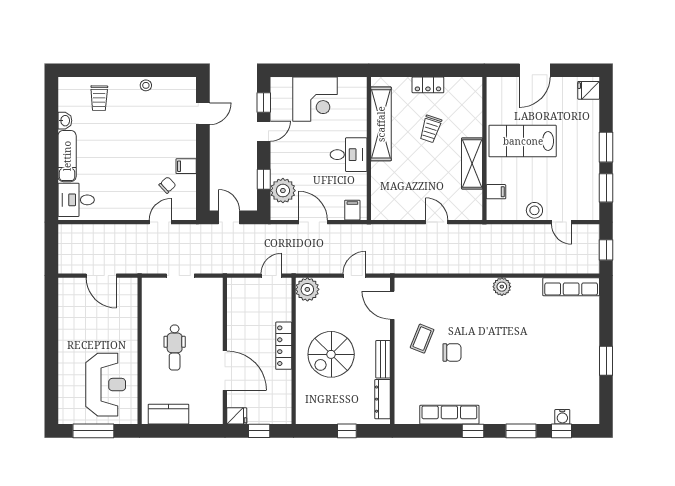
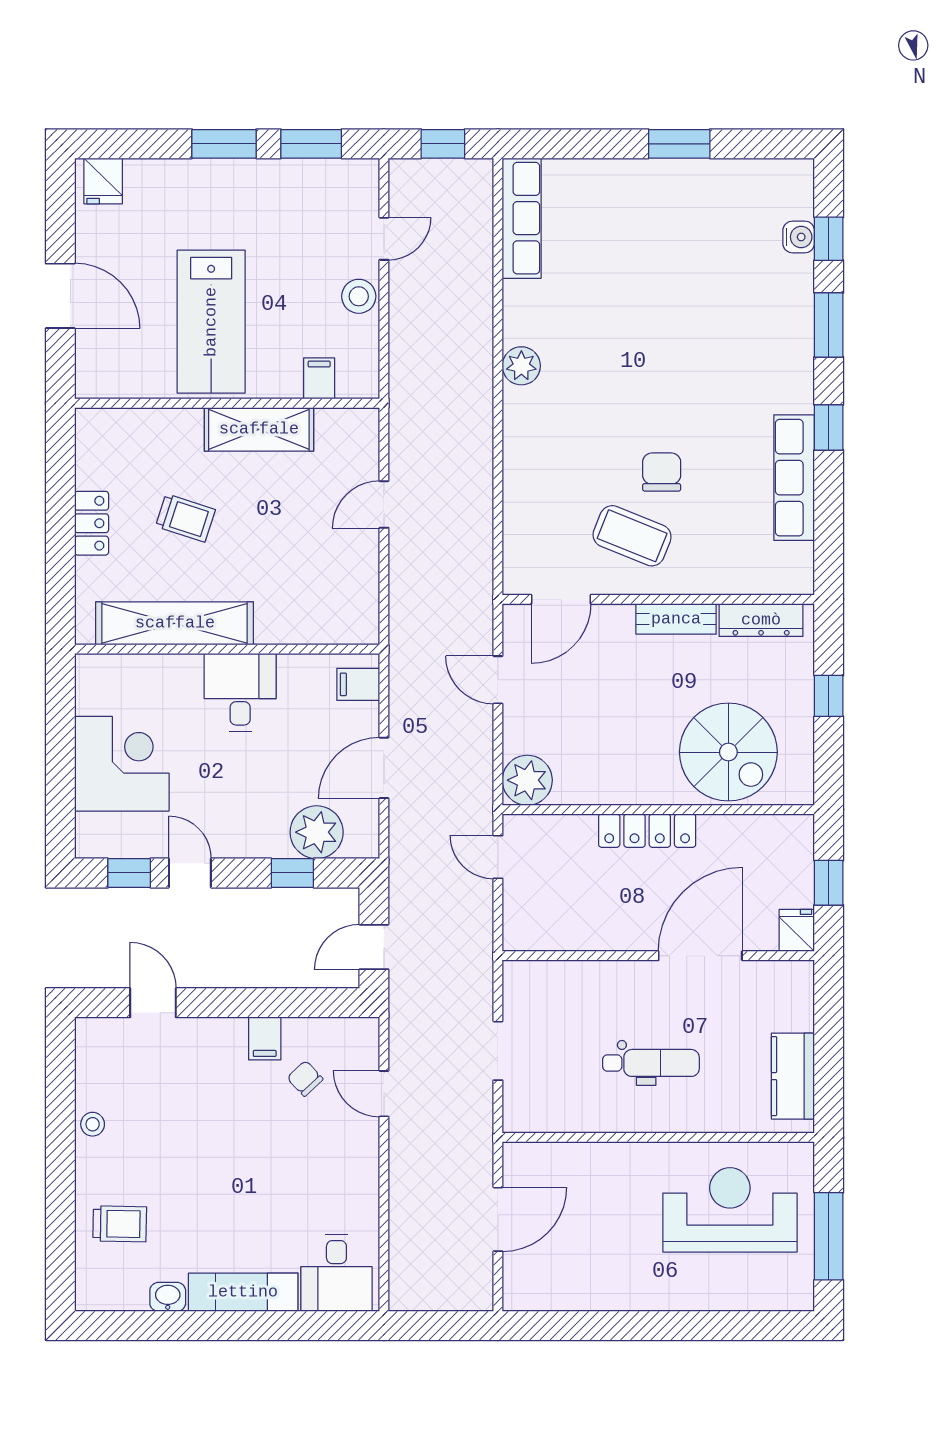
coffee table: (422, 339) -> (632, 536), width x1.36, depth x1.30
spiral stairs: (331, 354) -> (728, 752), moved

